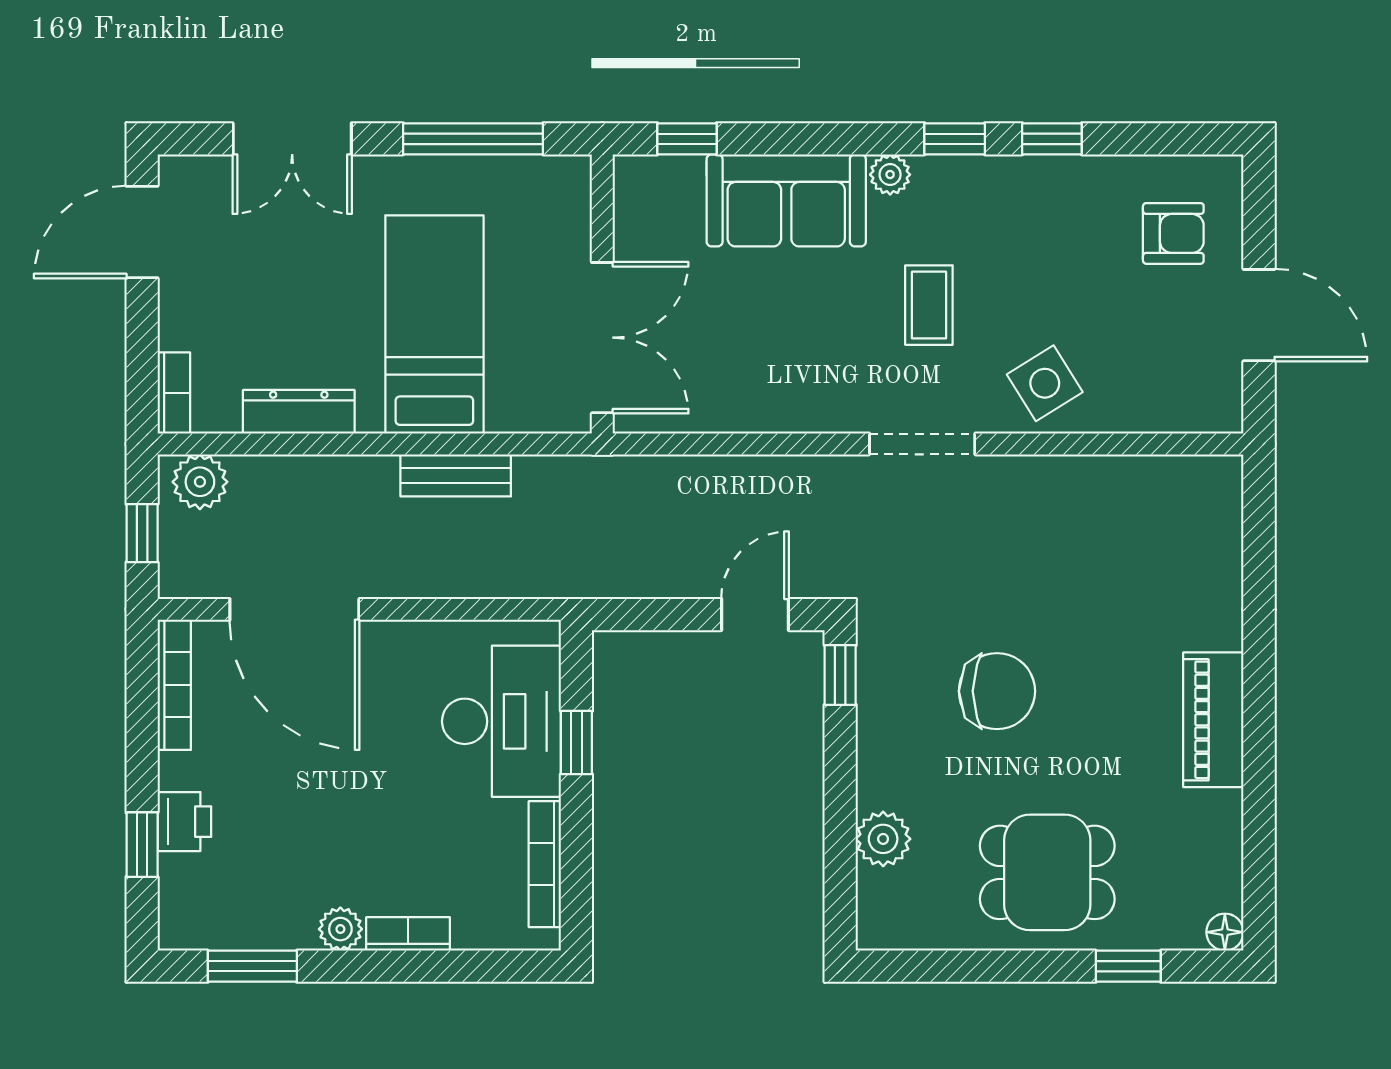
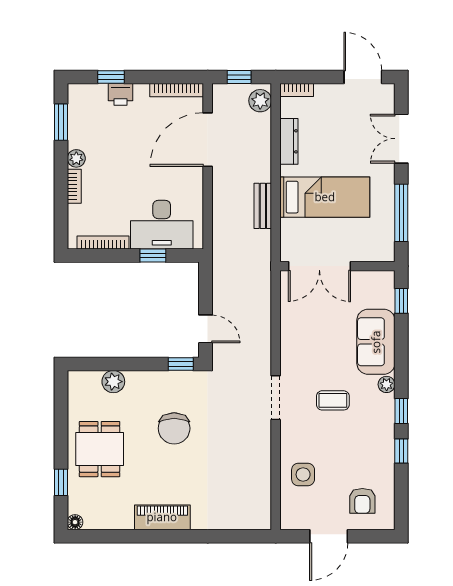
side table: (1045, 383) -> (303, 474), moved, turned 32

